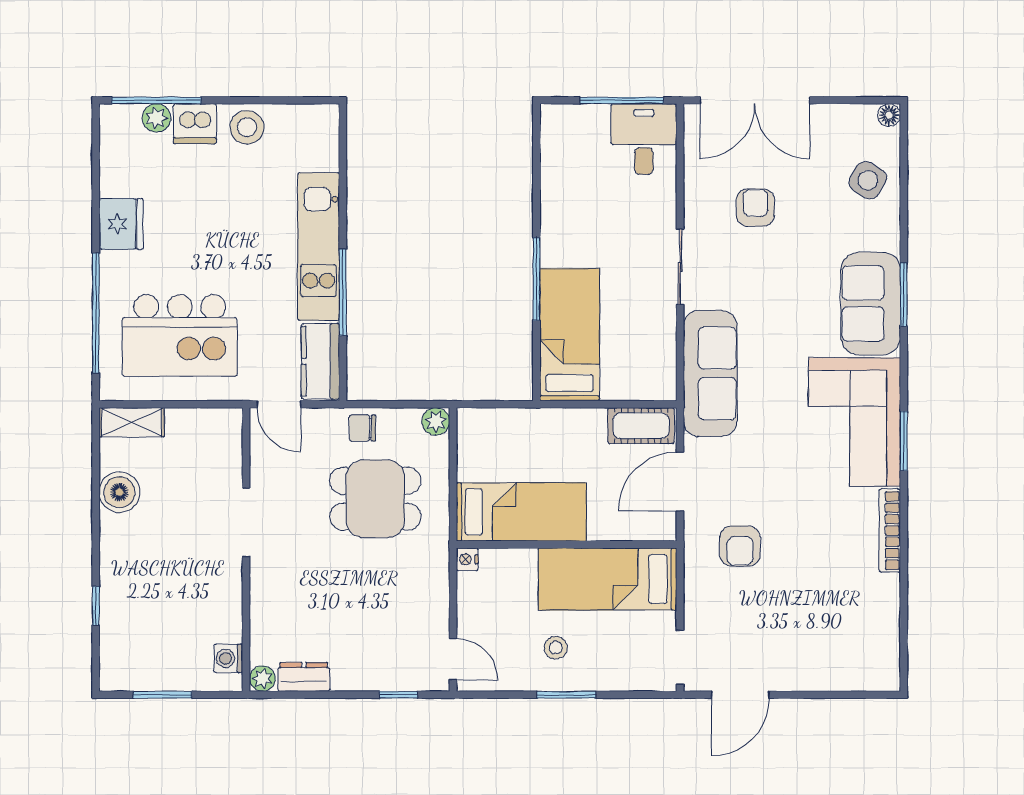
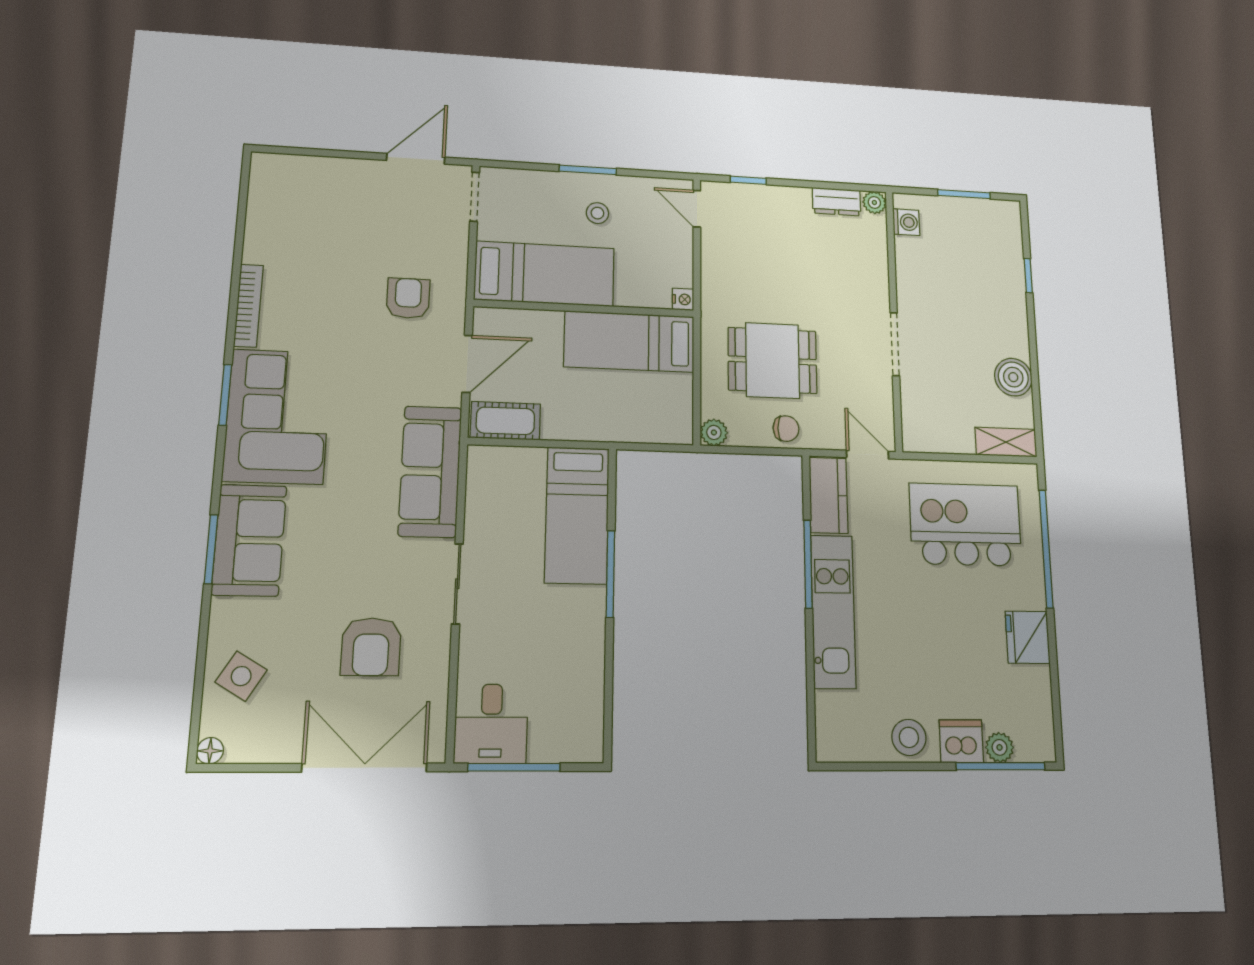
armchair: (755, 208) -> (371, 647), width x1.38, depth x1.38

